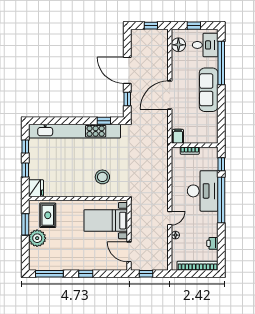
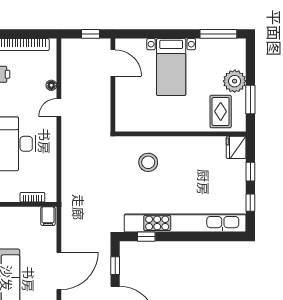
bed with nightstands: (106, 221) -> (171, 67), moved, turned 90
window: (86, 274) -> (170, 34), removed

